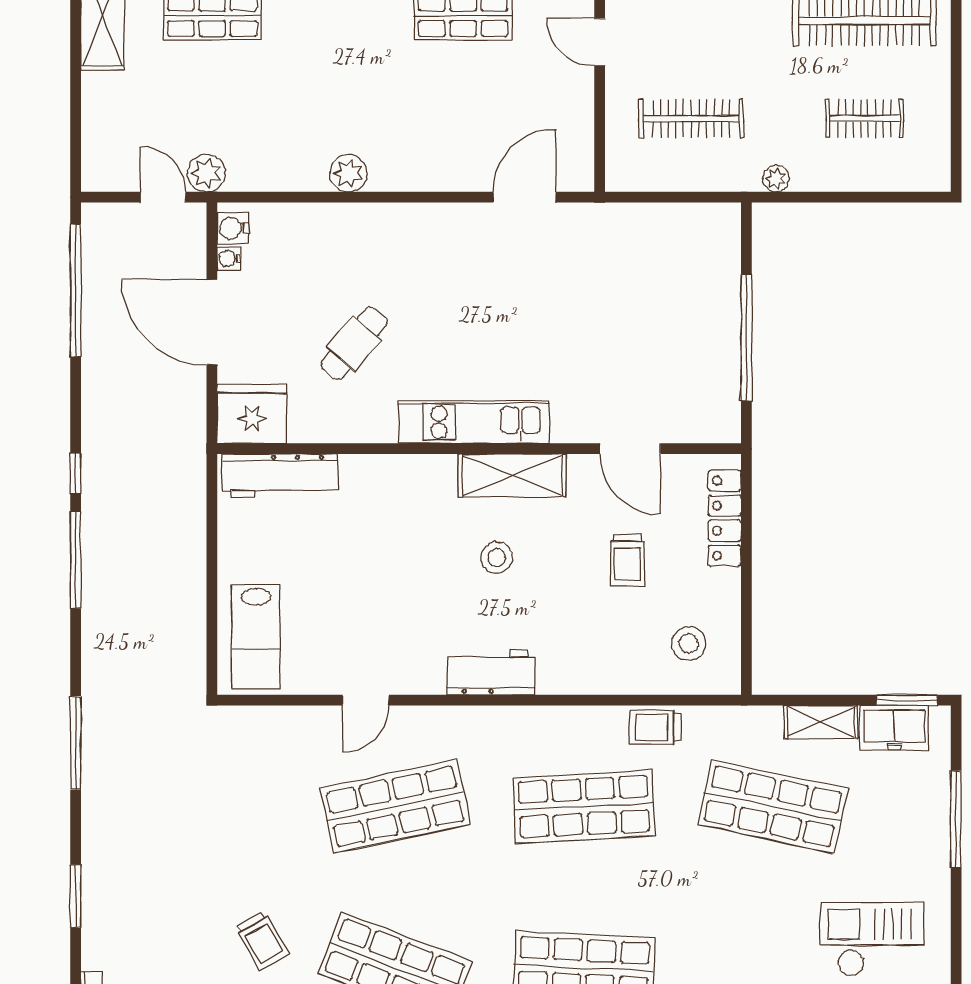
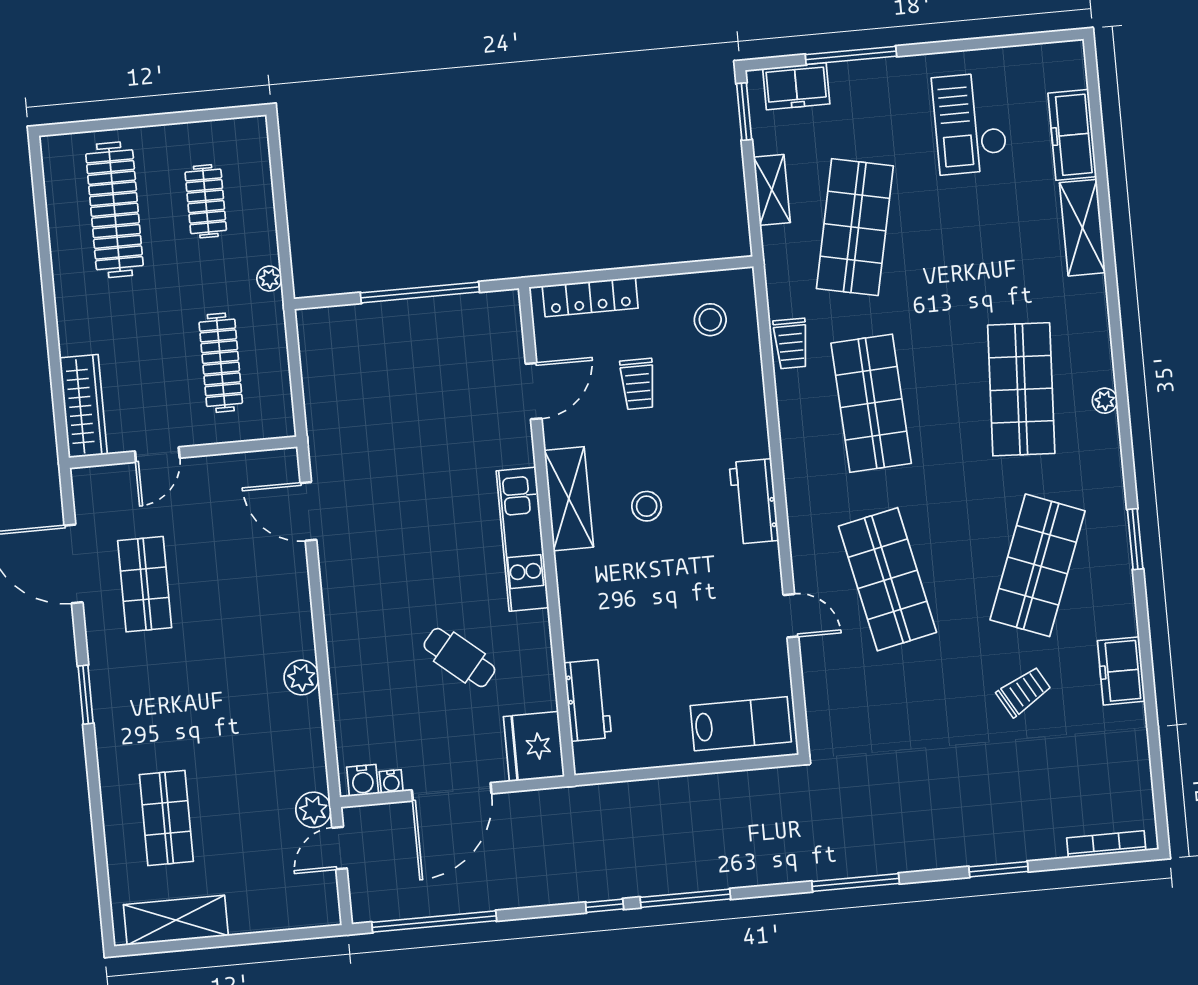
workbench: (280, 476) -> (588, 700), width x0.73
trolley: (628, 560) -> (638, 384), turned 90
freezer: (894, 728) -> (796, 86), moved, turned 90

